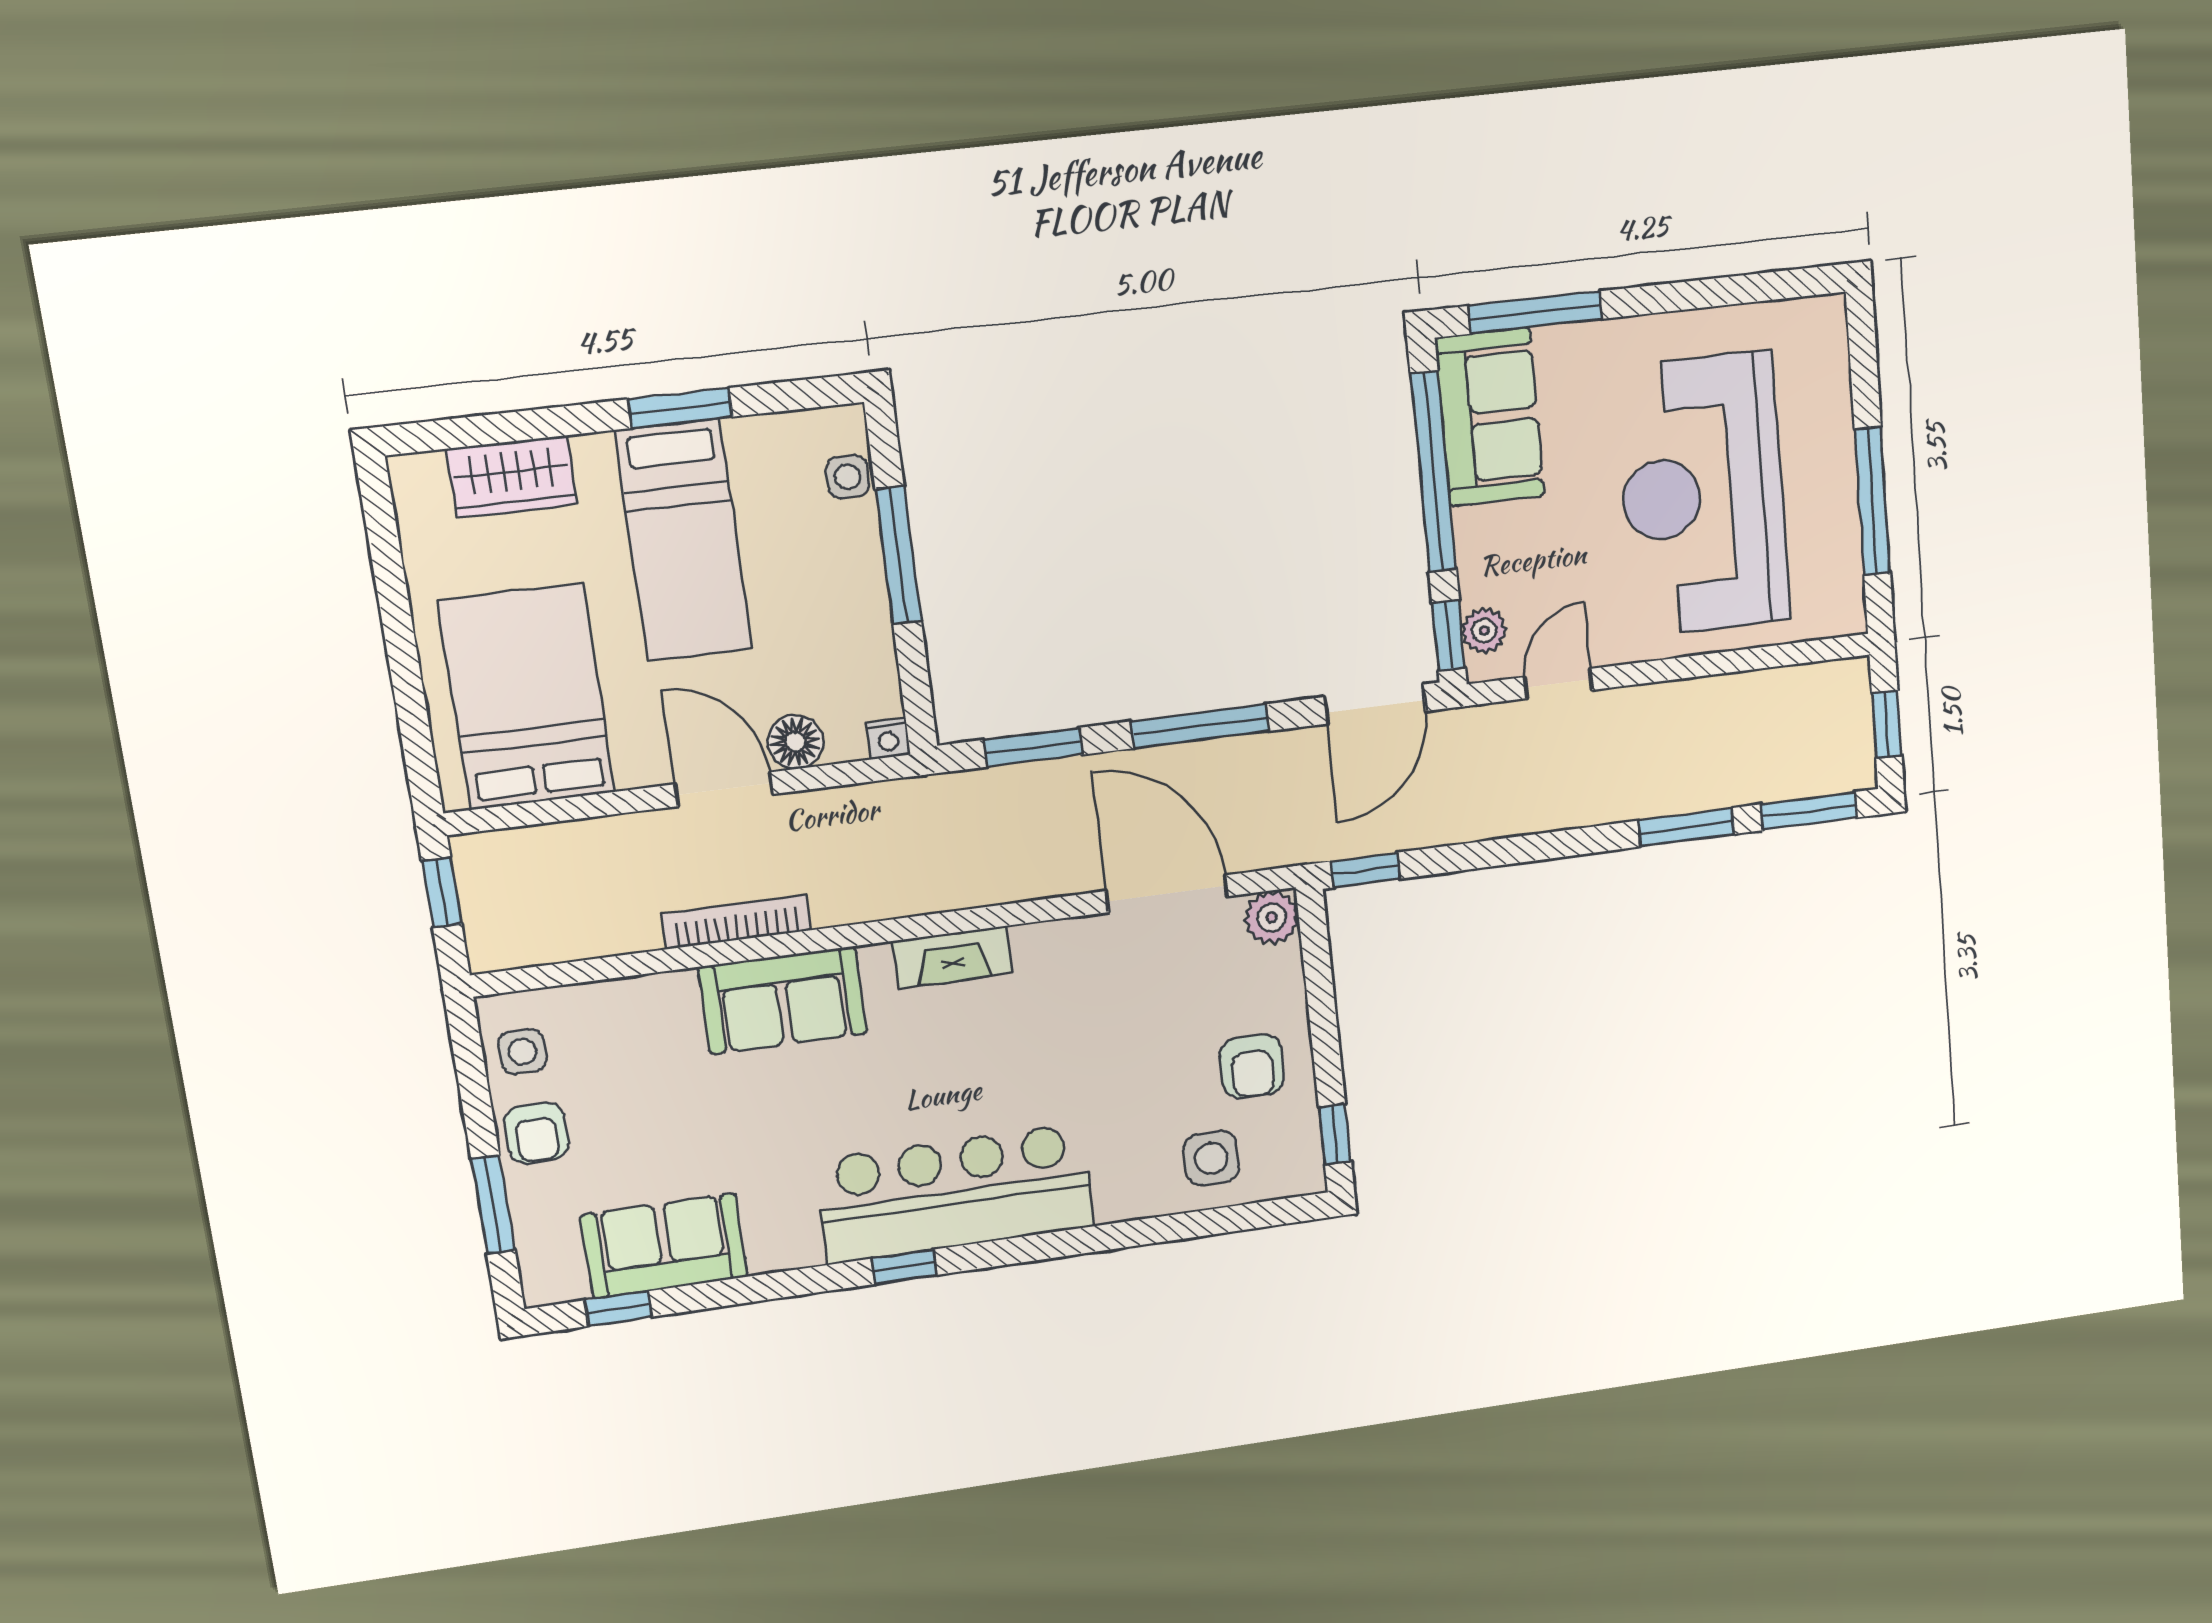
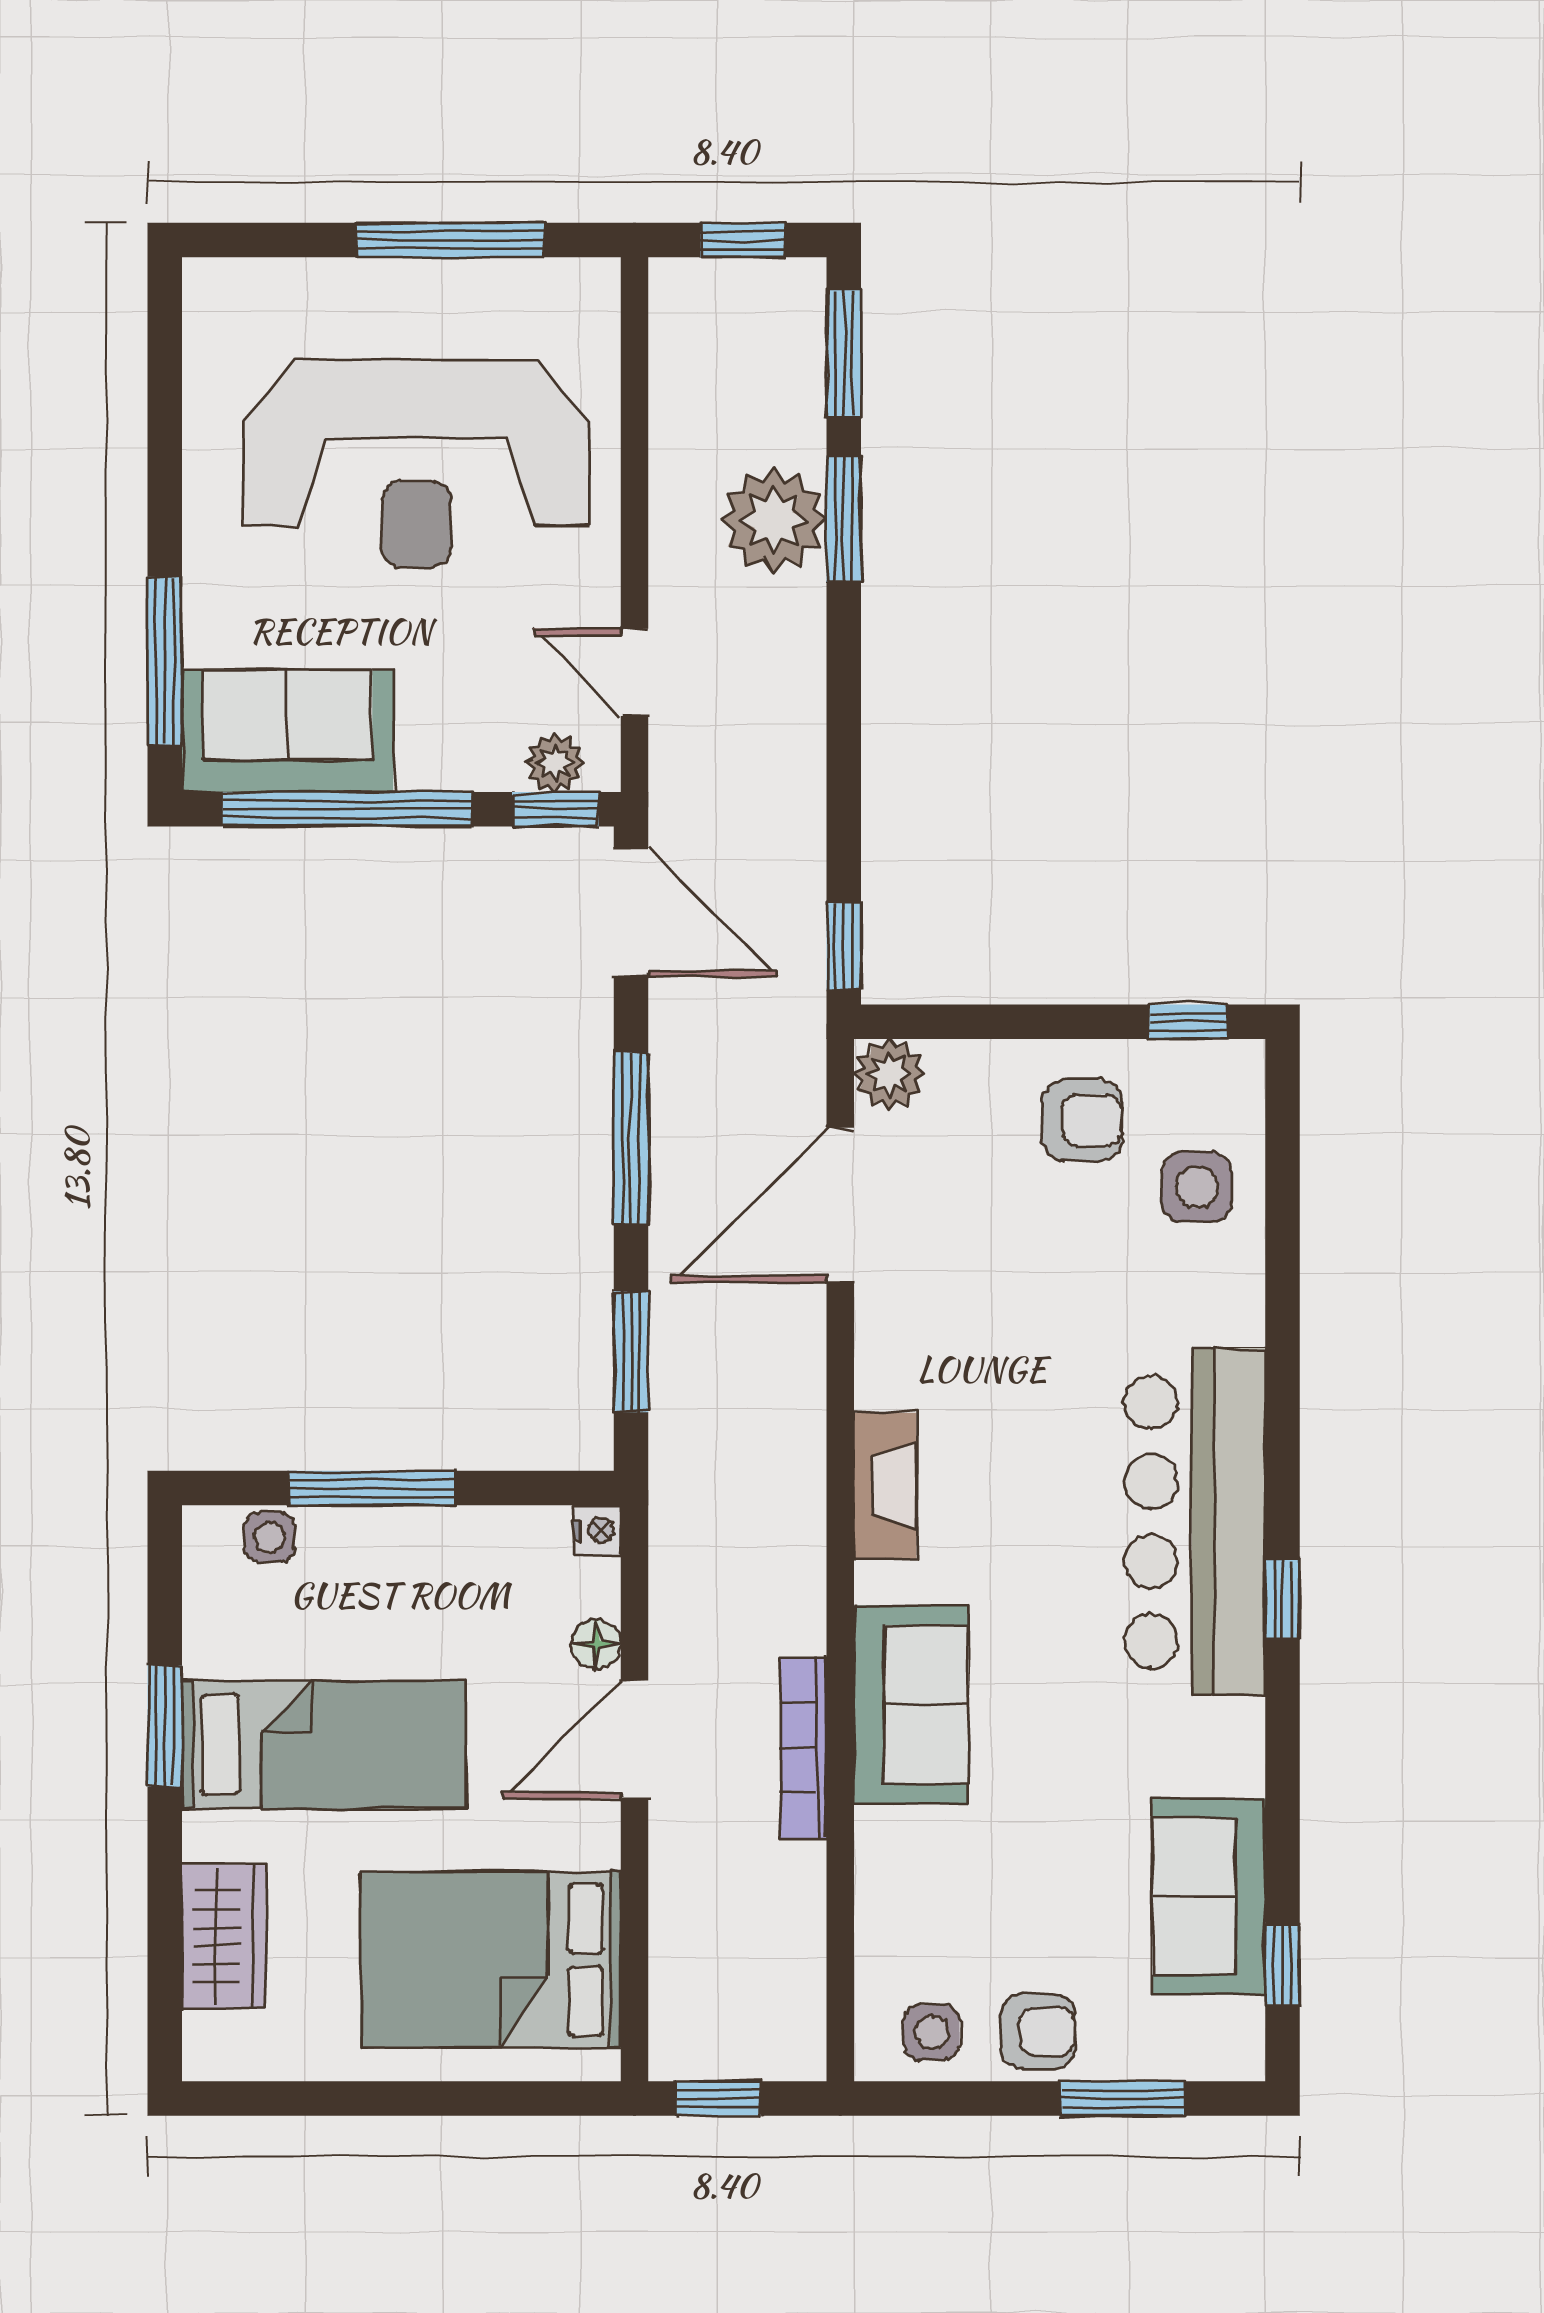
floor lamp: (795, 742) -> (596, 1644), width x0.73, depth x0.73
plant: (1681, 775) -> (774, 520), added

